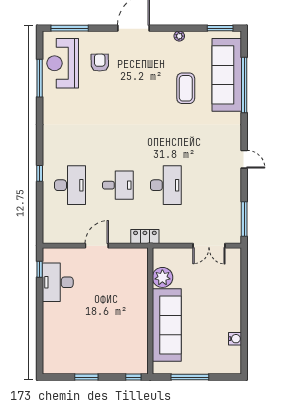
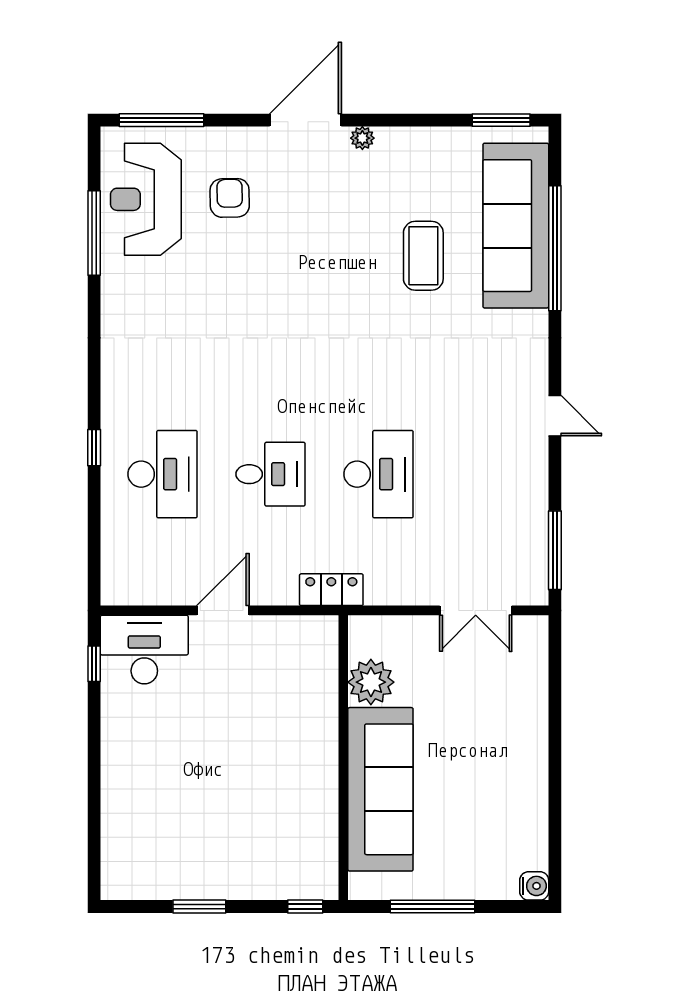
plant: (179, 36) -> (362, 138), moved
desk: (58, 282) -> (144, 650), moved, turned 90
water cooler: (235, 339) -> (534, 886), moved

